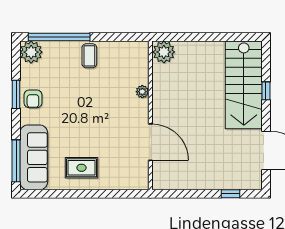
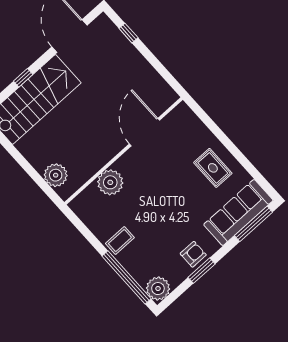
plant: (164, 52) -> (56, 175), moved
plant: (142, 92) -> (110, 182), width x1.88, depth x1.88

